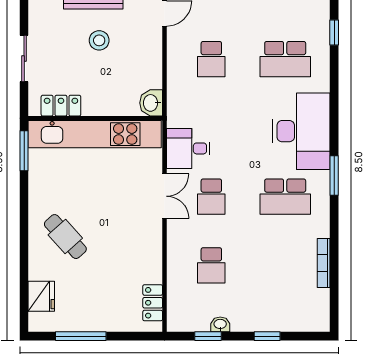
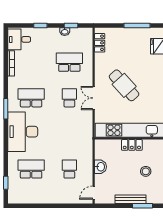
stool: (99, 40) -> (146, 171), moved
washbasin: (151, 103) -> (100, 167), moved
locker: (61, 106) -> (132, 145), moved
desk: (188, 148) -> (19, 39), moved, turned 180
cafe table: (65, 237) -> (124, 85), moved, width x1.37, depth x1.35
school desk: (211, 265) -> (69, 62), width x1.85

